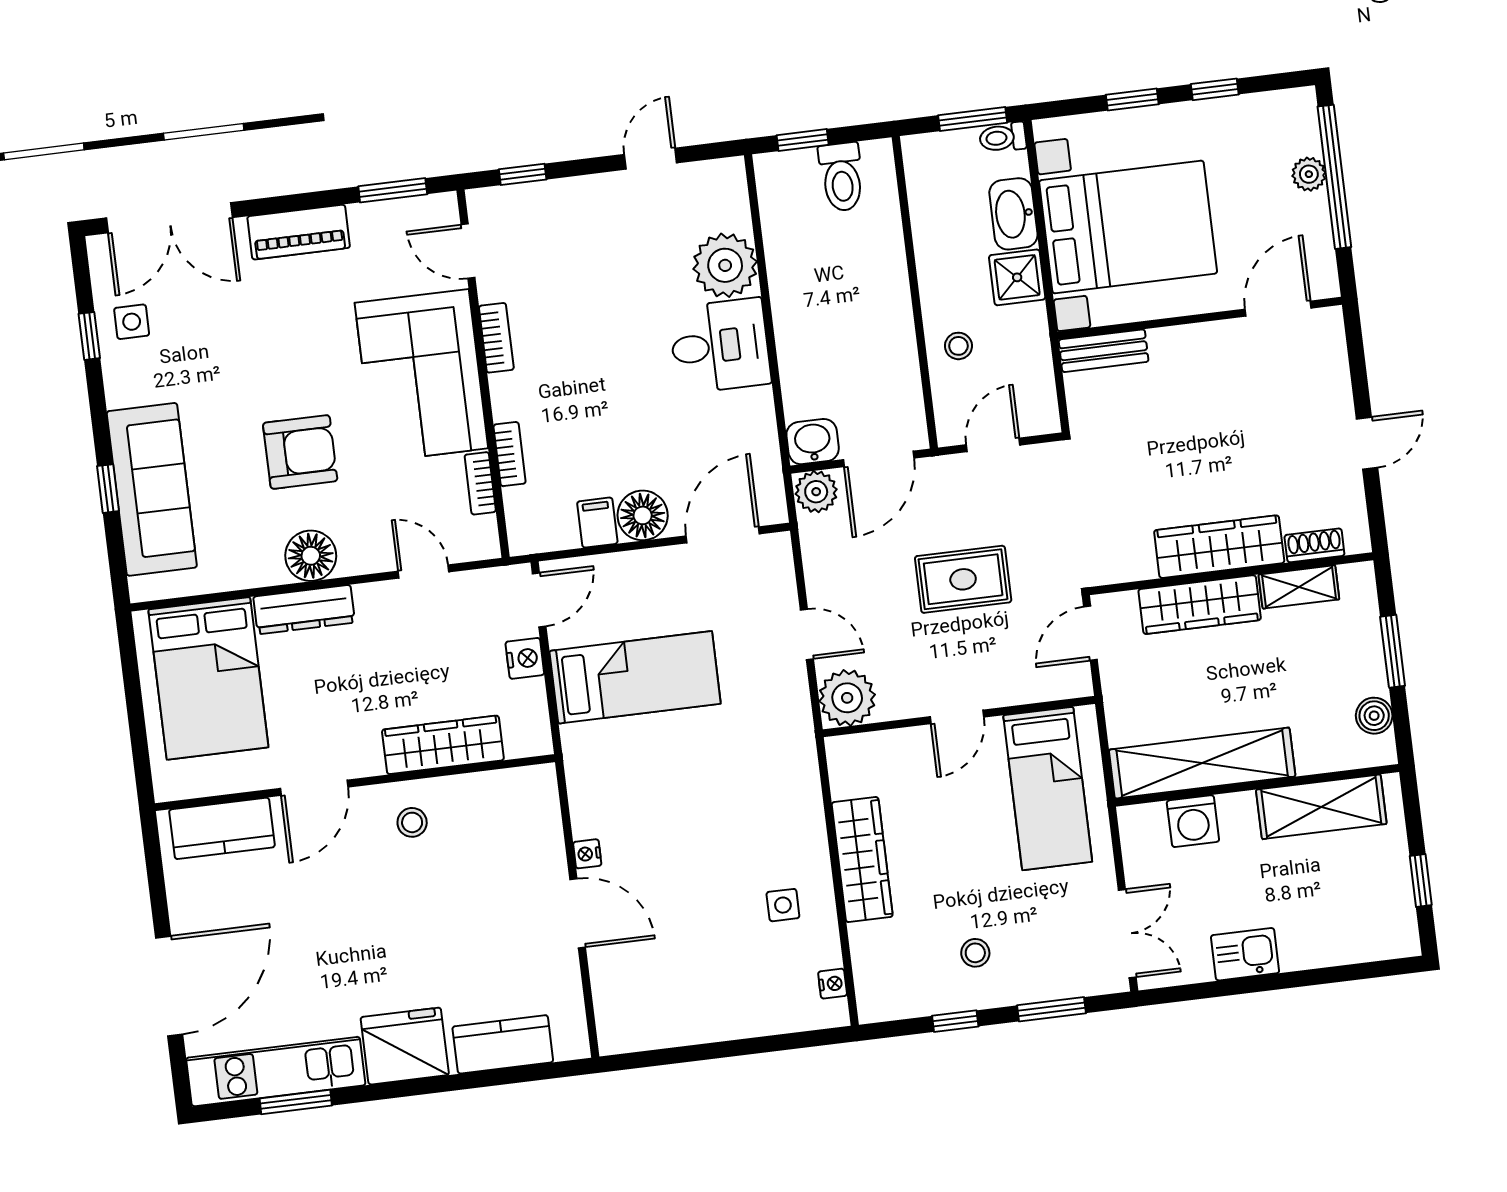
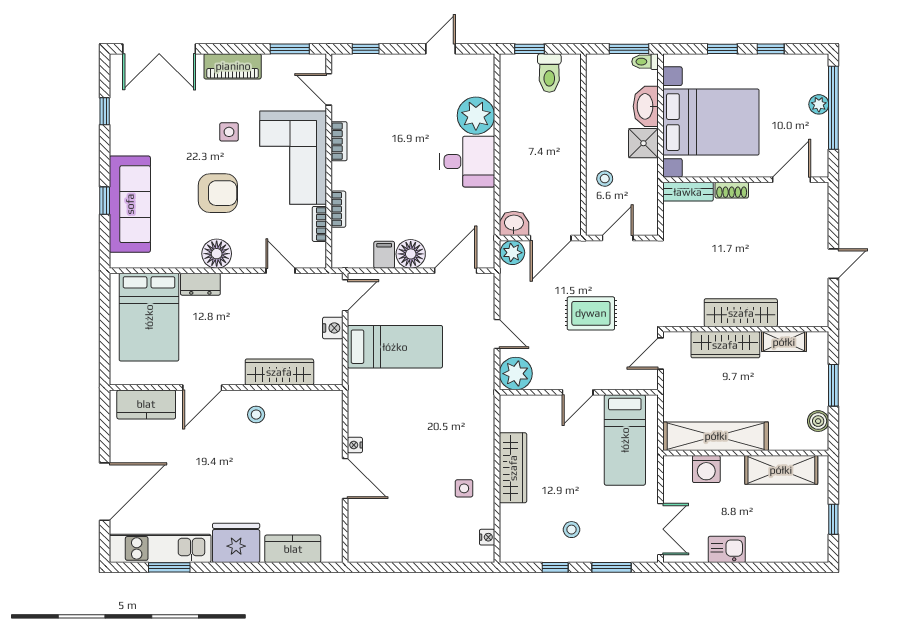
side table: (132, 322) -> (229, 132), moved
shoe rack: (1314, 545) -> (732, 190), moved, turned 180
dresser: (304, 610) -> (200, 284), width x0.70

